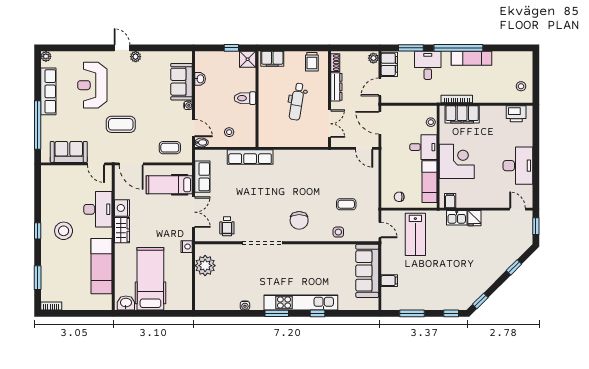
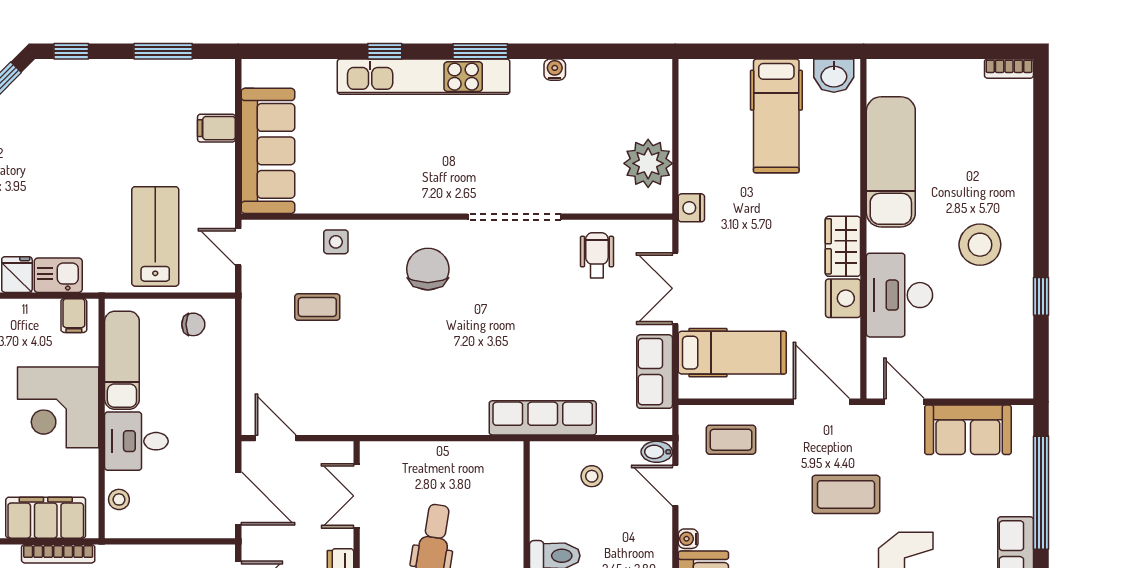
window: (38, 231) -> (1041, 296), moved
window: (38, 278) -> (1041, 135), removed
hospital bed: (150, 279) -> (776, 116), width x0.73, depth x0.78

